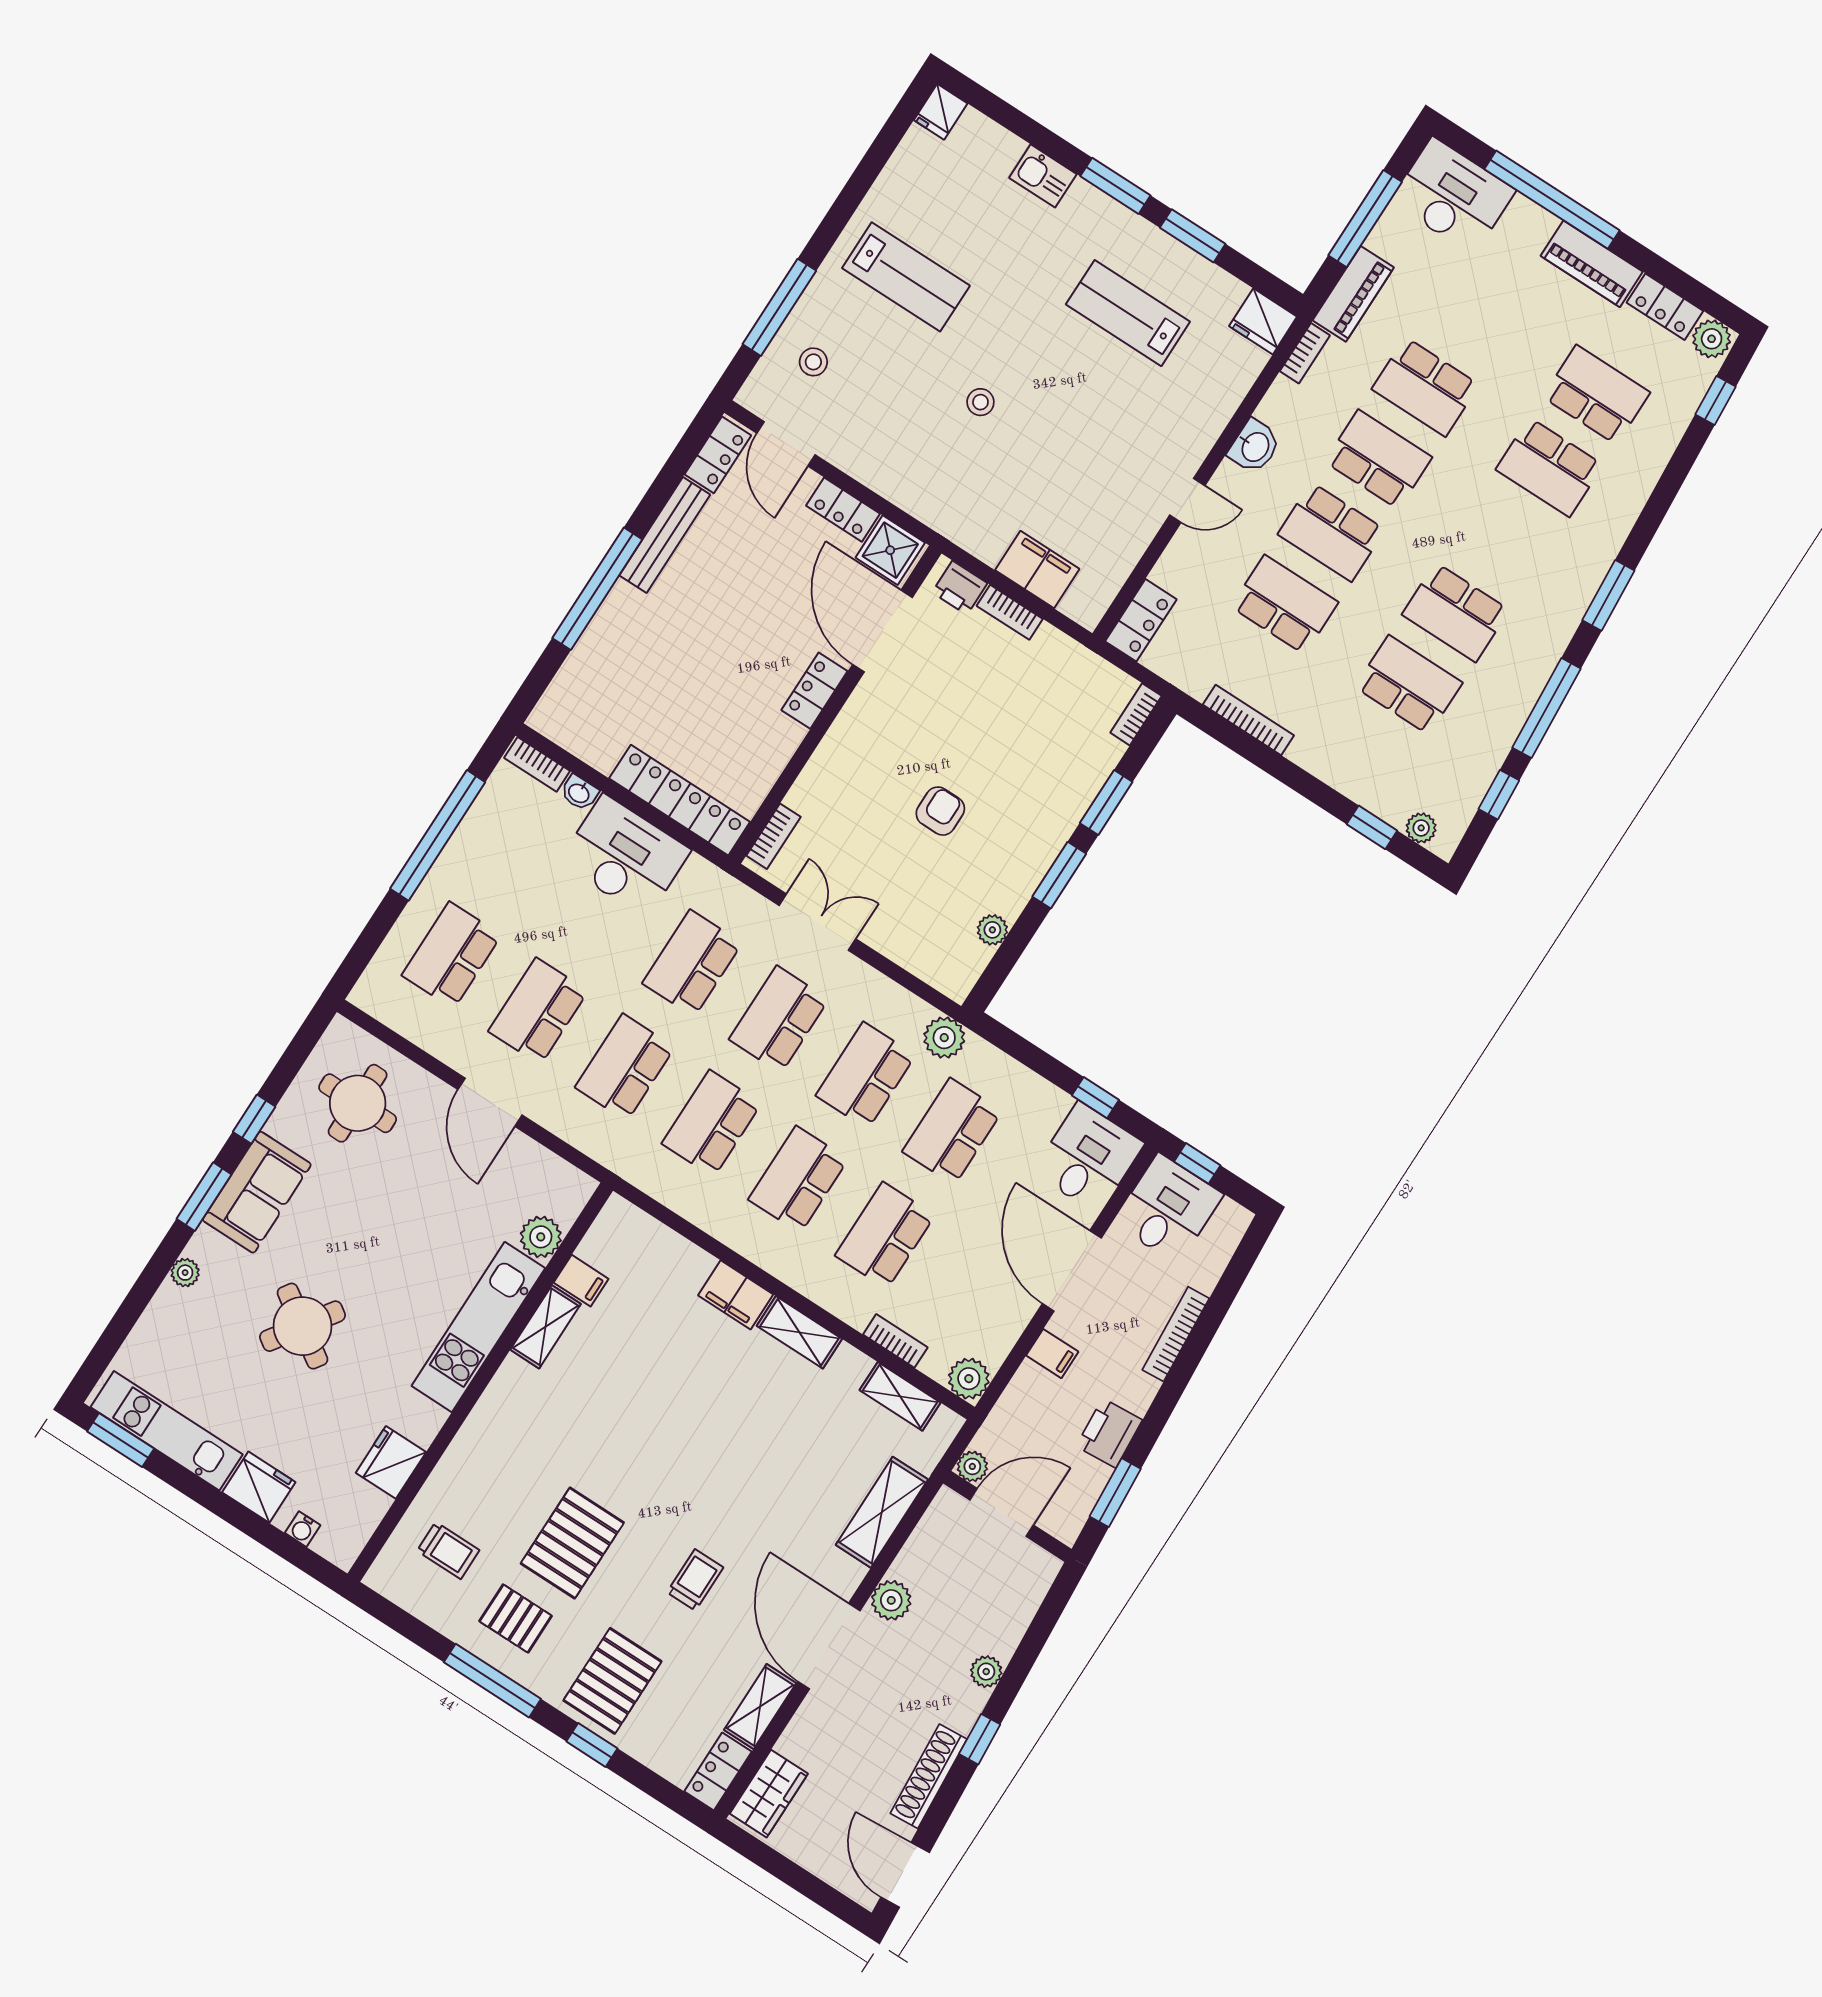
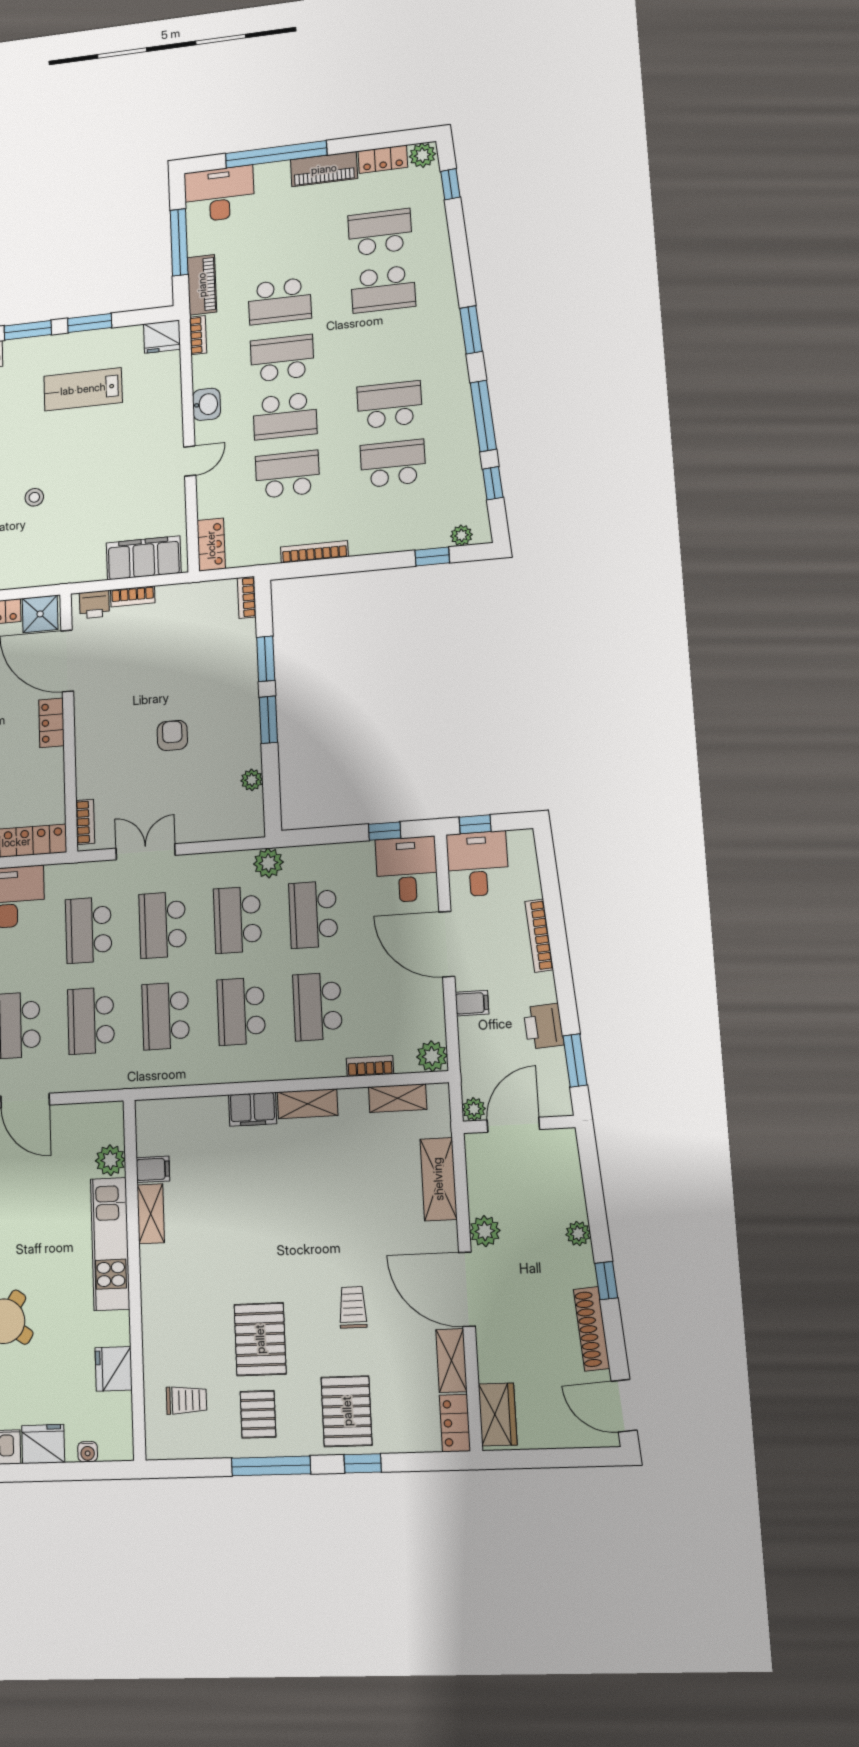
filing cabinet: (1037, 570) -> (144, 558), width x1.50, depth x1.17
school desk: (1456, 612) -> (390, 405), turned 180
pallet: (516, 1618) -> (258, 1414), turned 90

